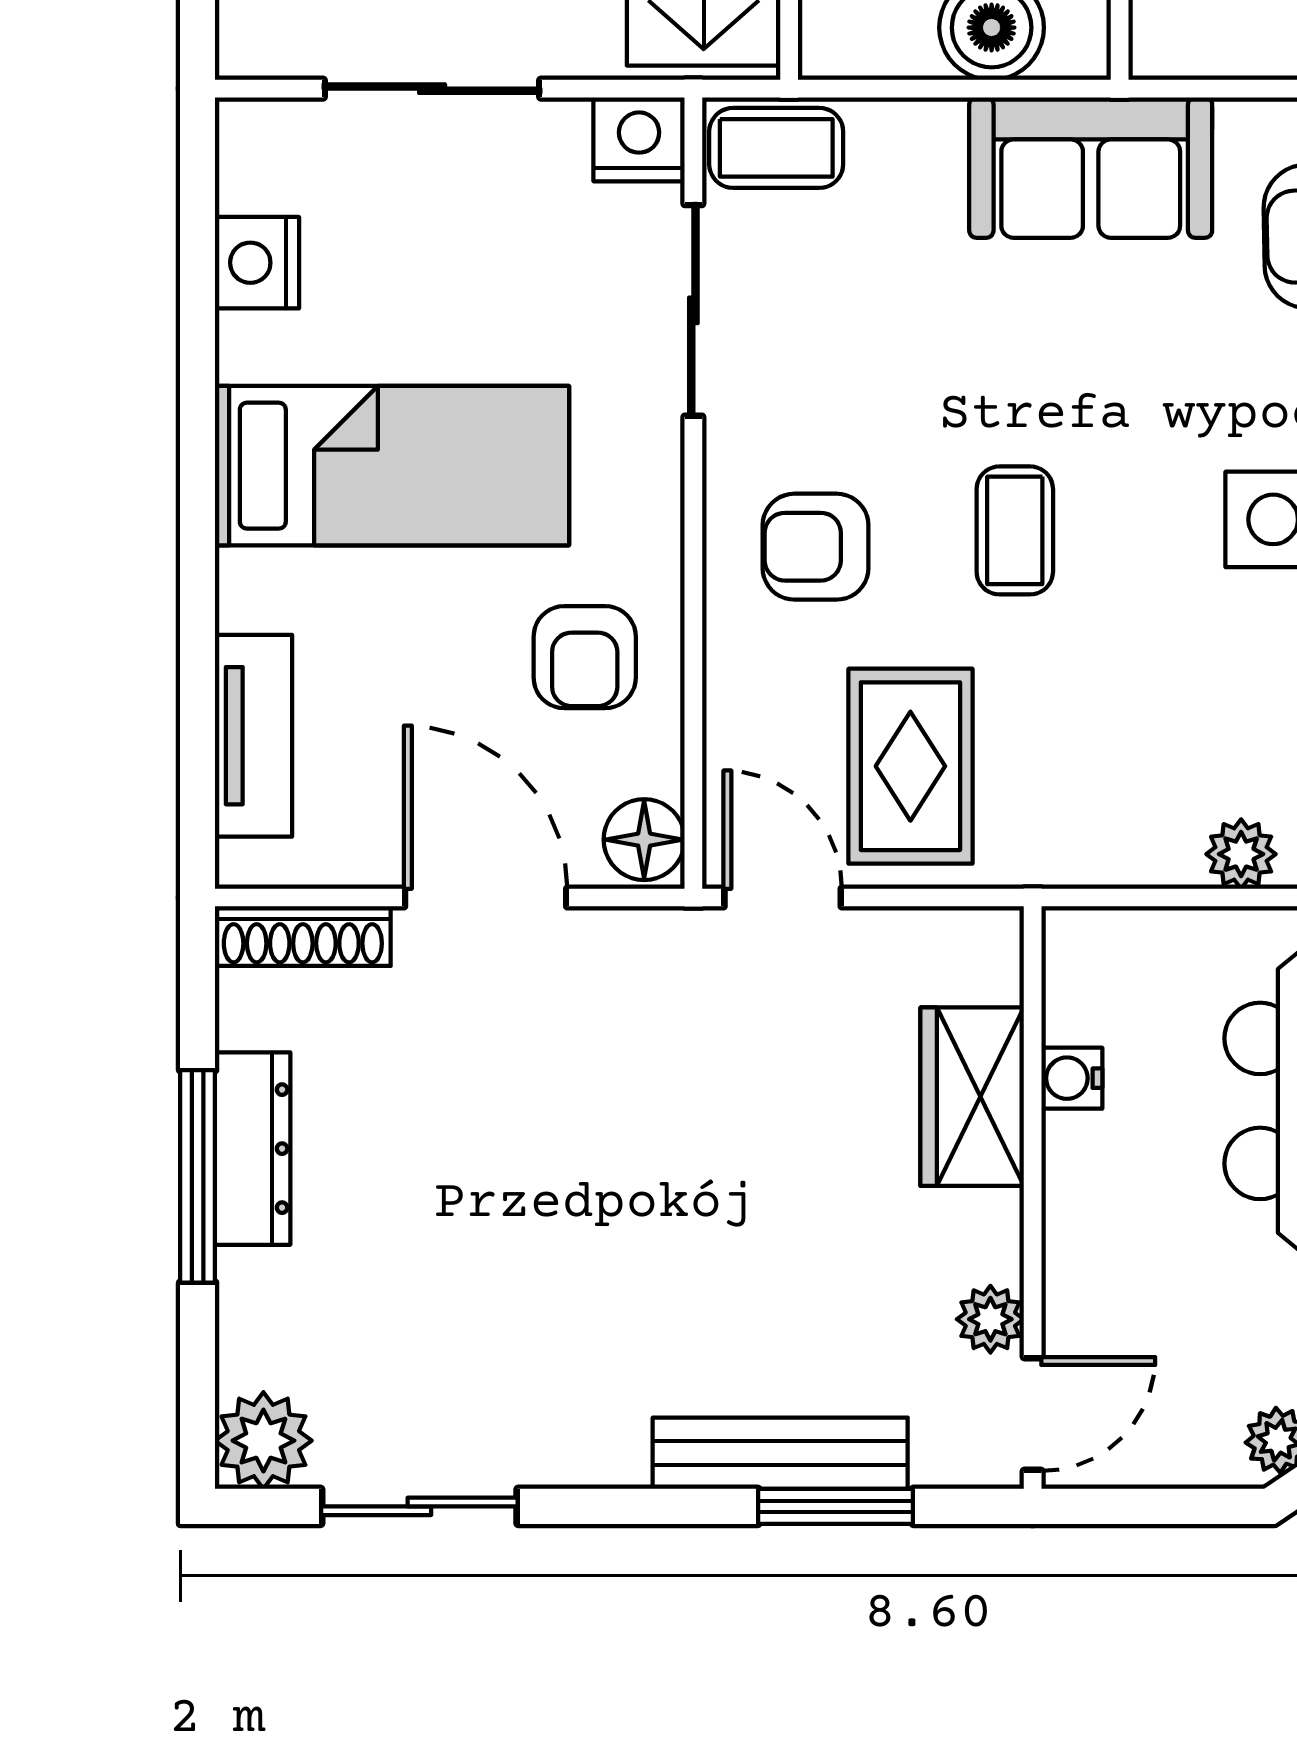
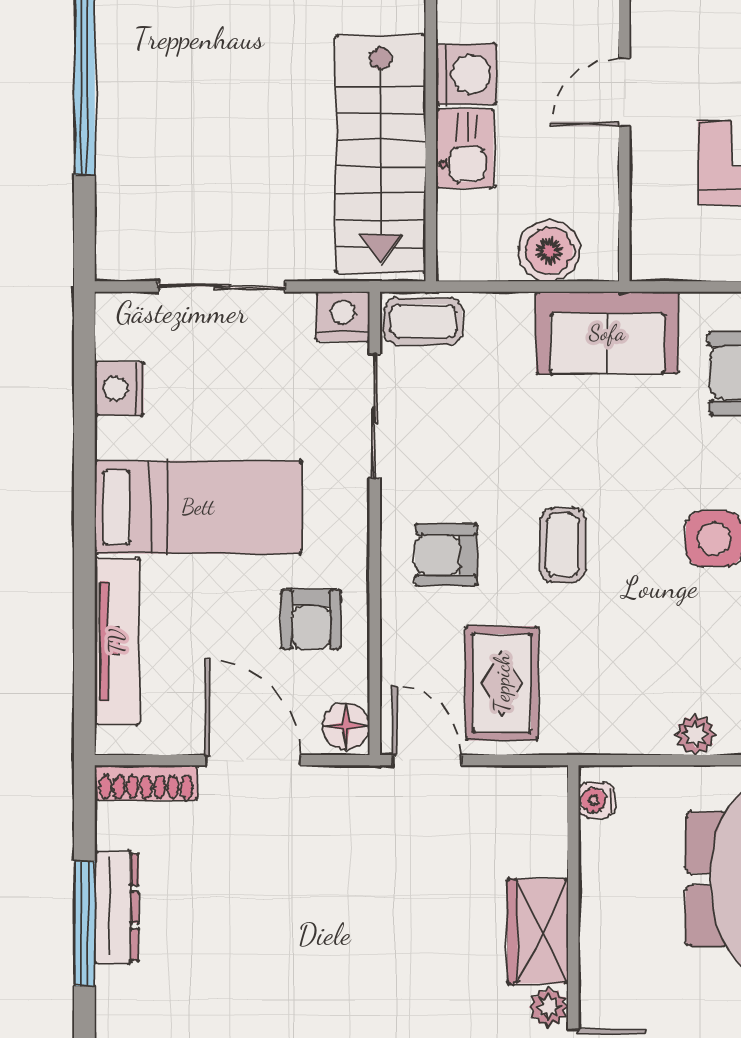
tv unit: (254, 736) -> (117, 641), width x1.41
water cooler: (1072, 1078) -> (596, 800), moved
wardrobe: (972, 1097) -> (538, 931), moved

